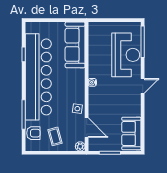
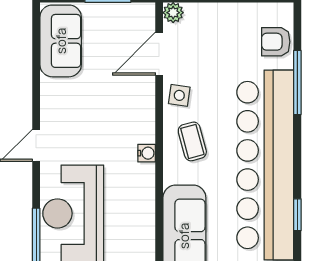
door: (87, 128) -> (159, 54), hinge flipped
coffee table: (55, 136) -> (192, 141), moved

